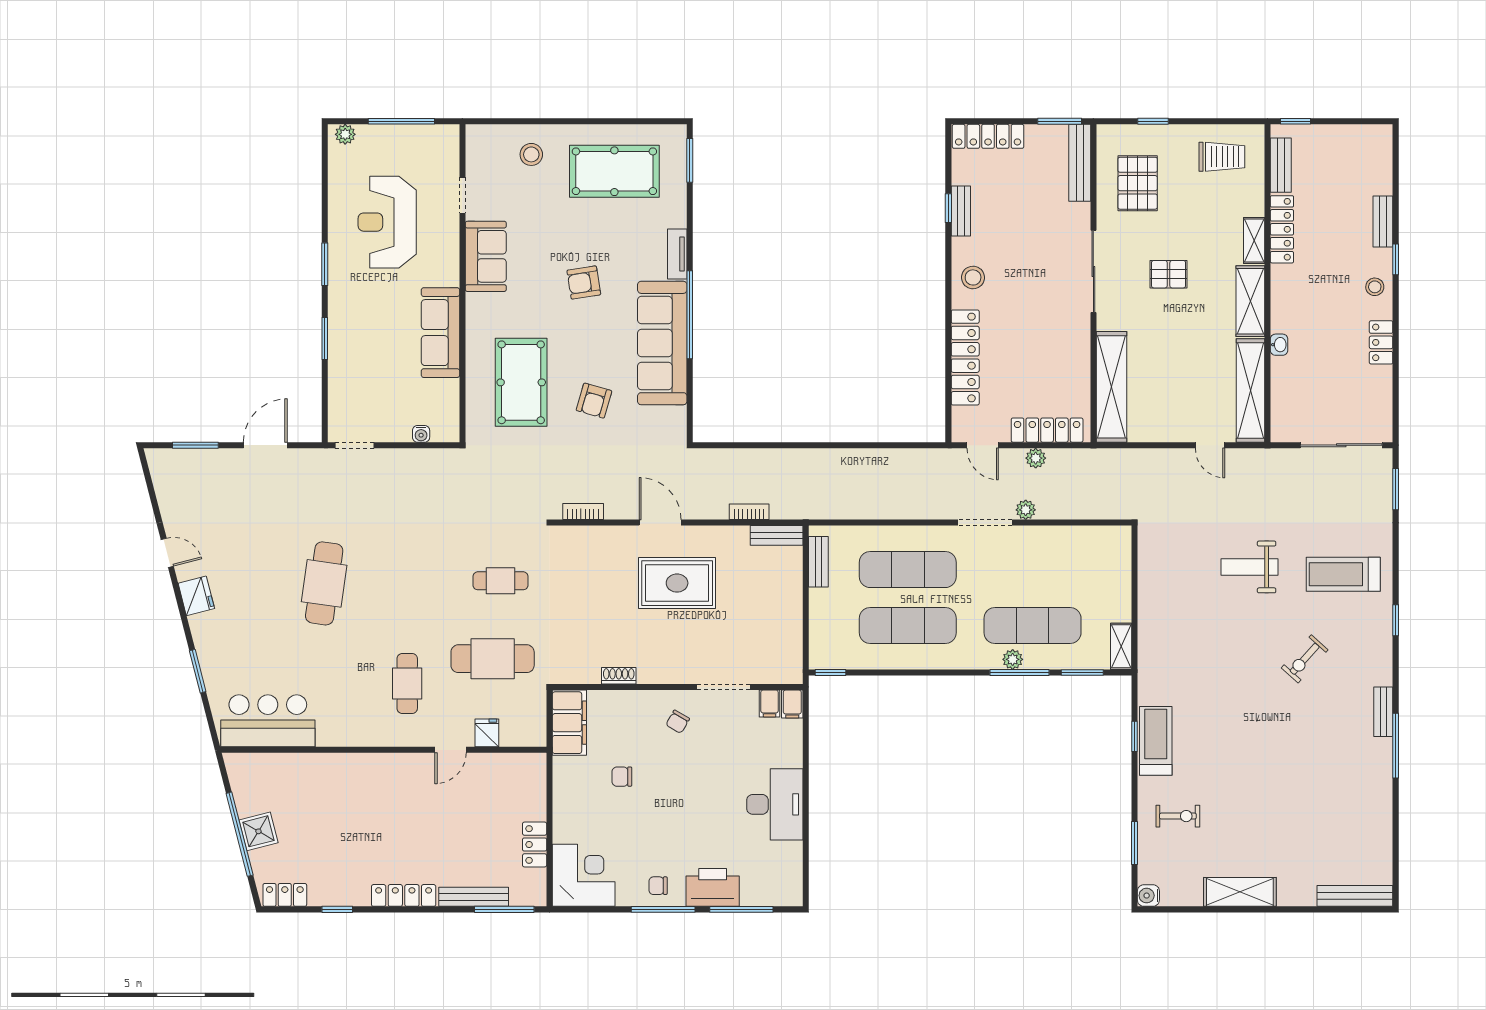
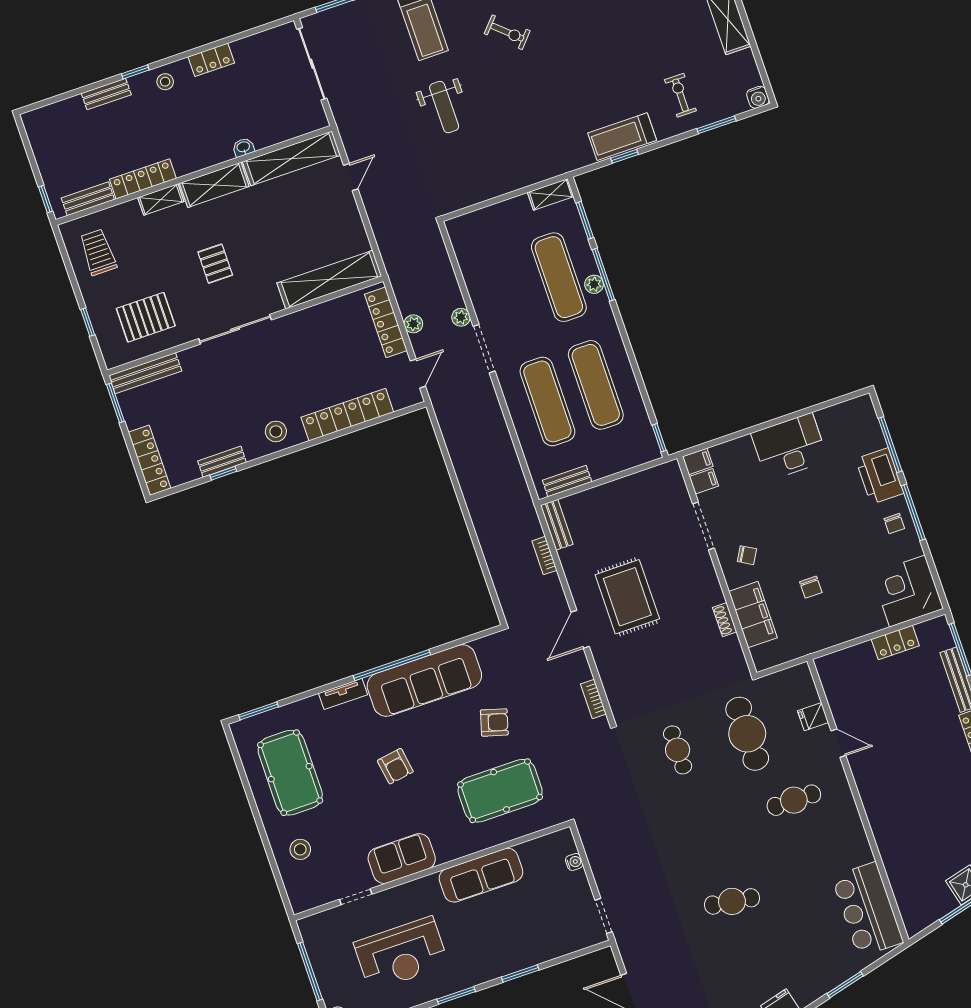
cafe table: (324, 583) -> (732, 901), width x0.73, depth x0.74
filing cabinet: (569, 723) -> (753, 615), moved, turned 90

